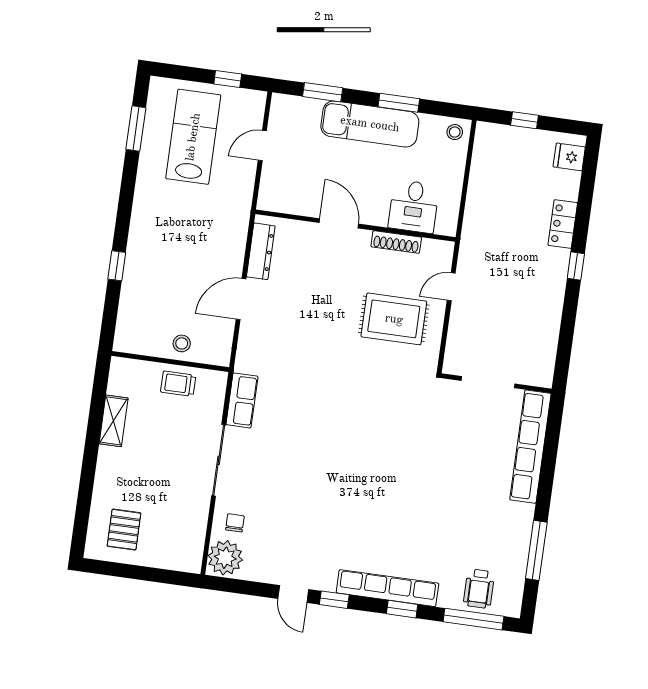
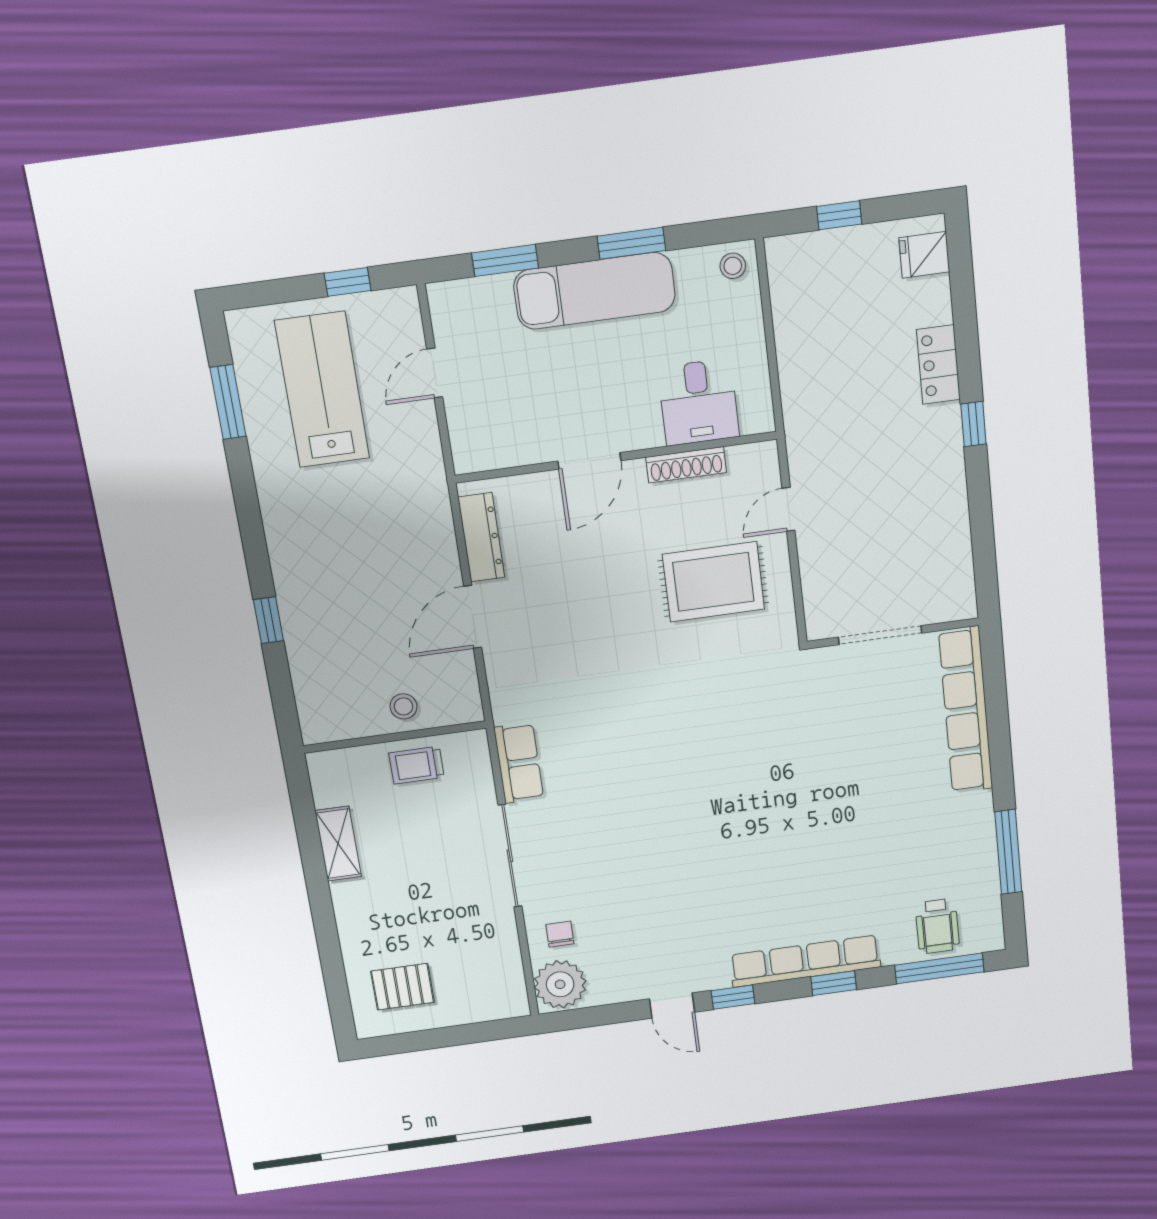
door: (339, 223) -> (589, 461), swing flipped
pallet: (124, 530) -> (403, 987), turned 90

